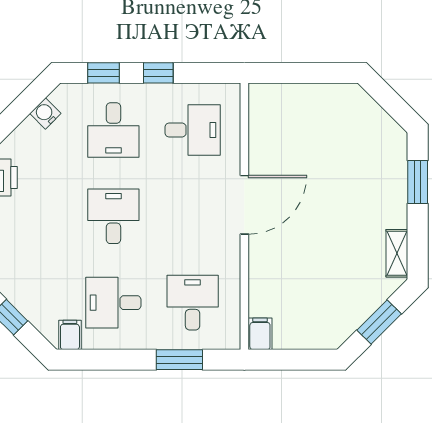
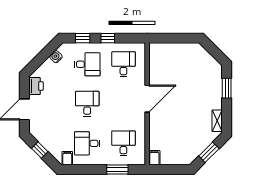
desk: (113, 130) -> (87, 64), turned -90
desk: (193, 130) -> (123, 64), turned -90

